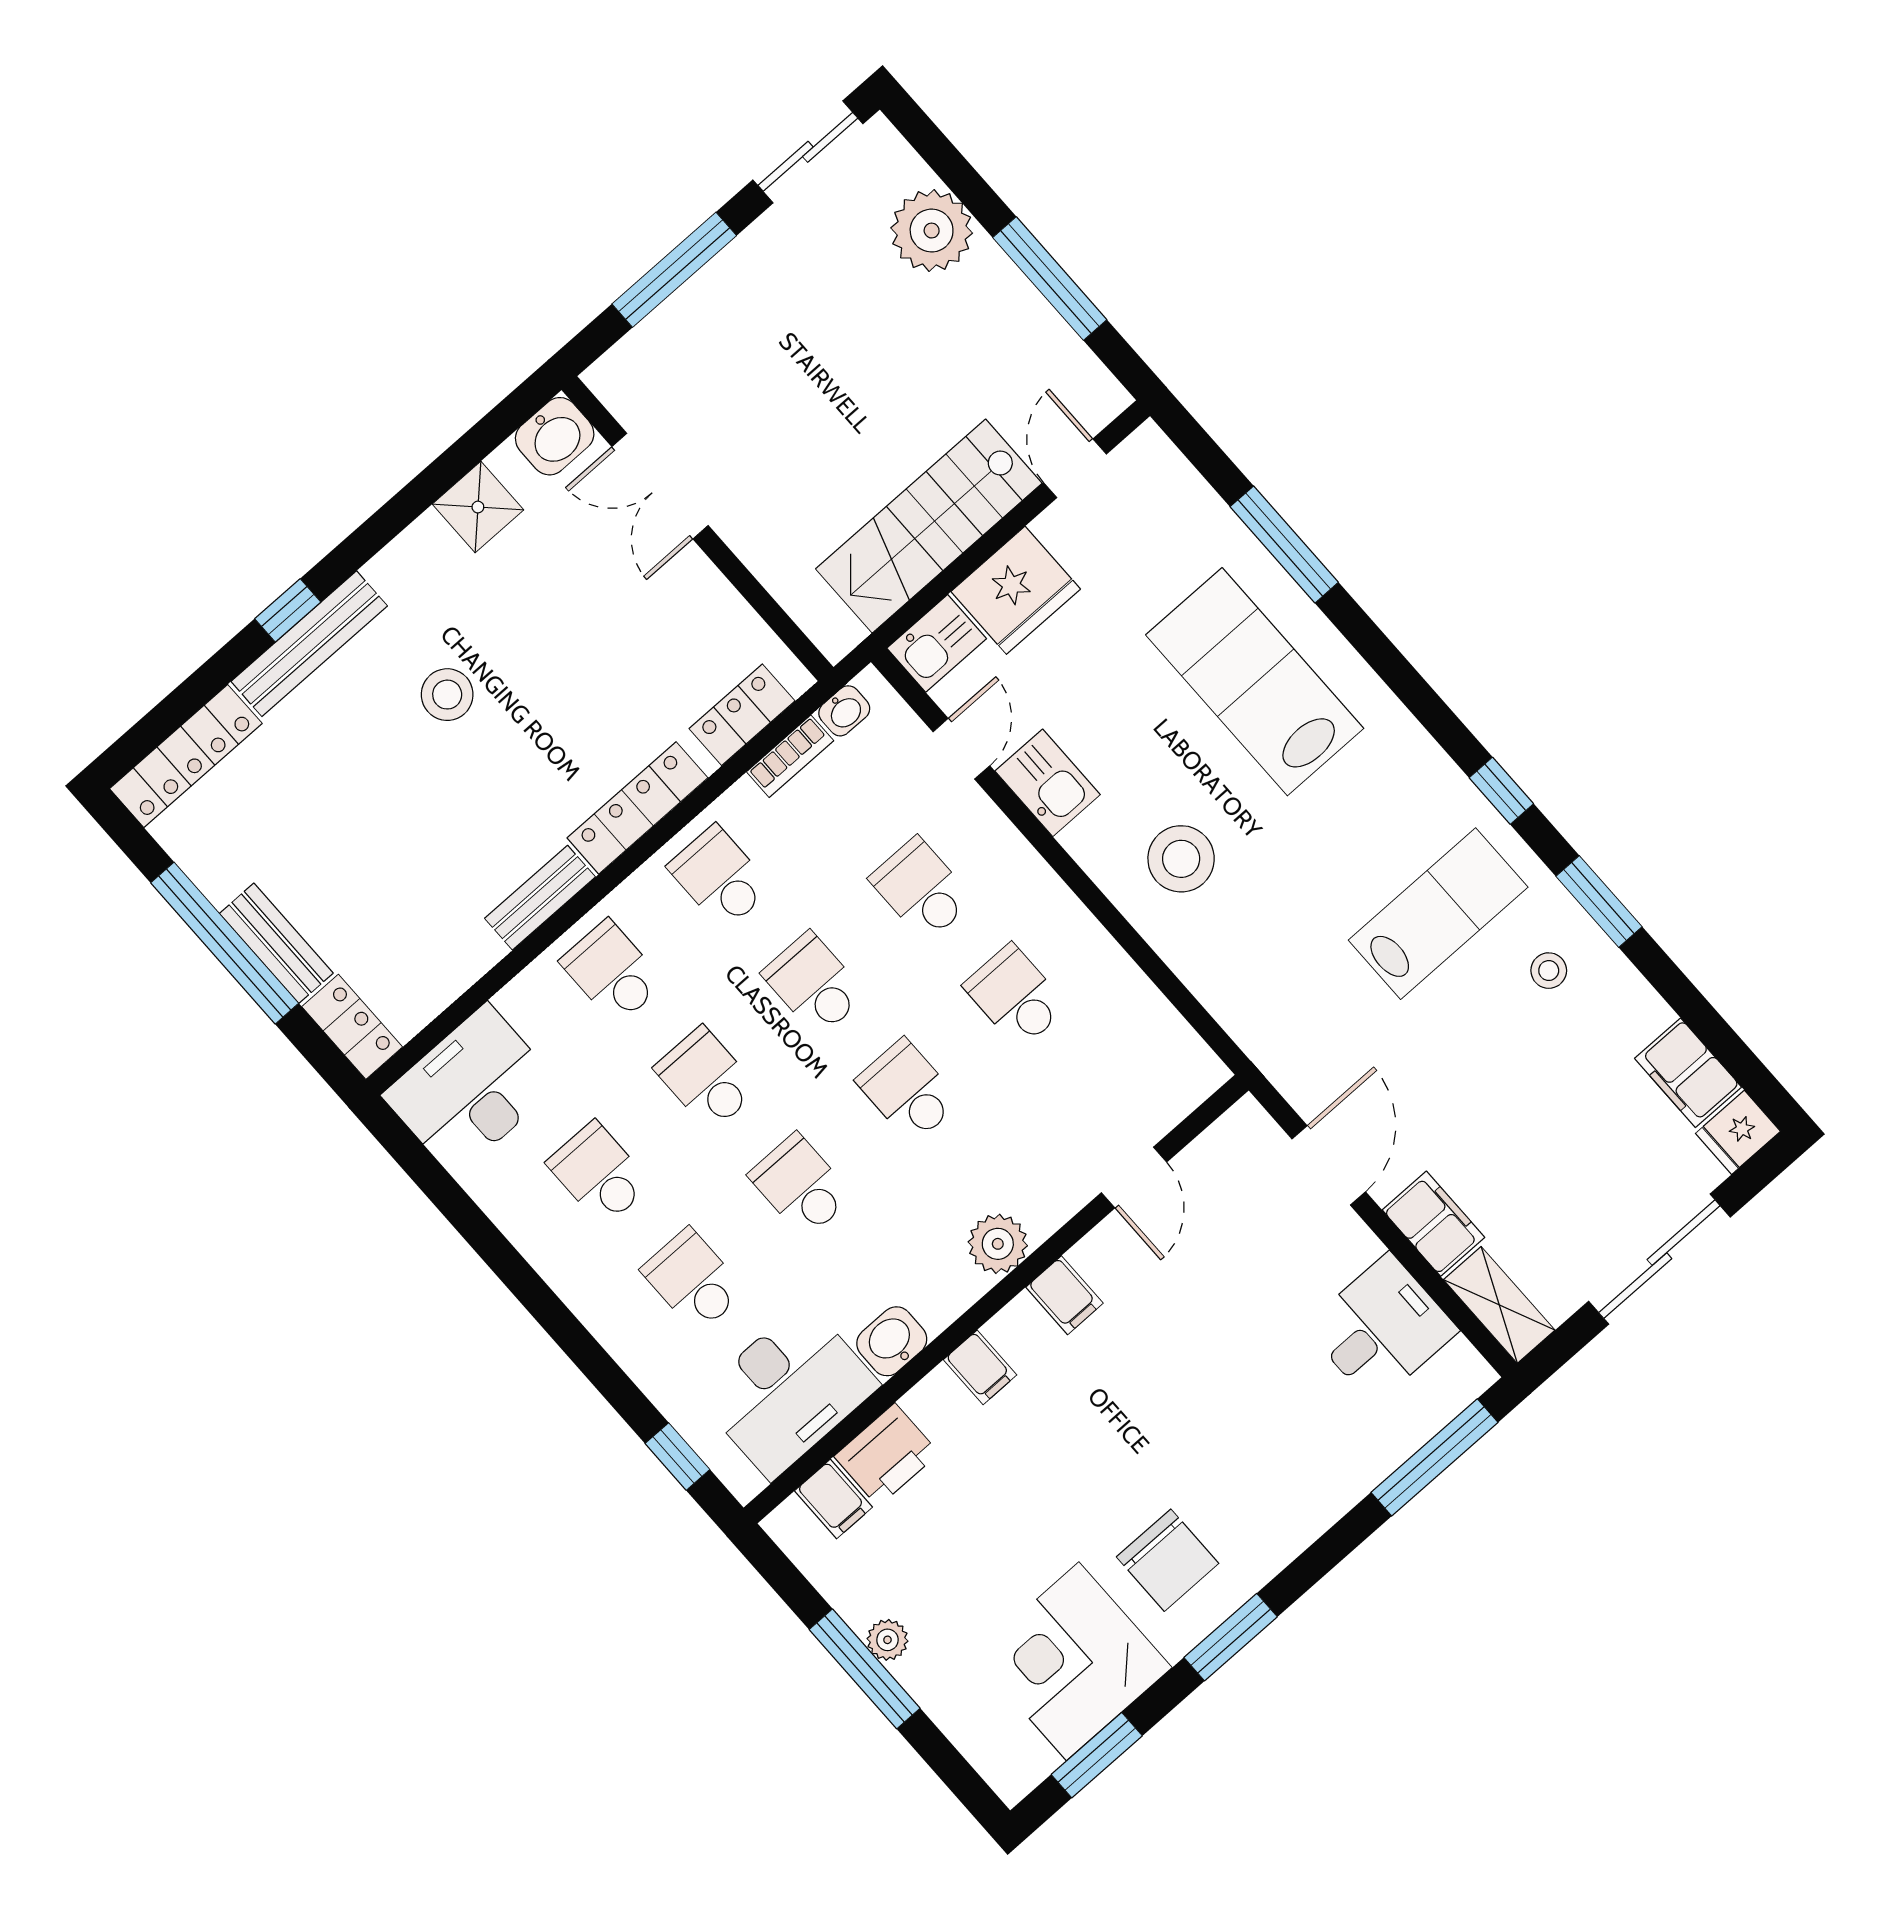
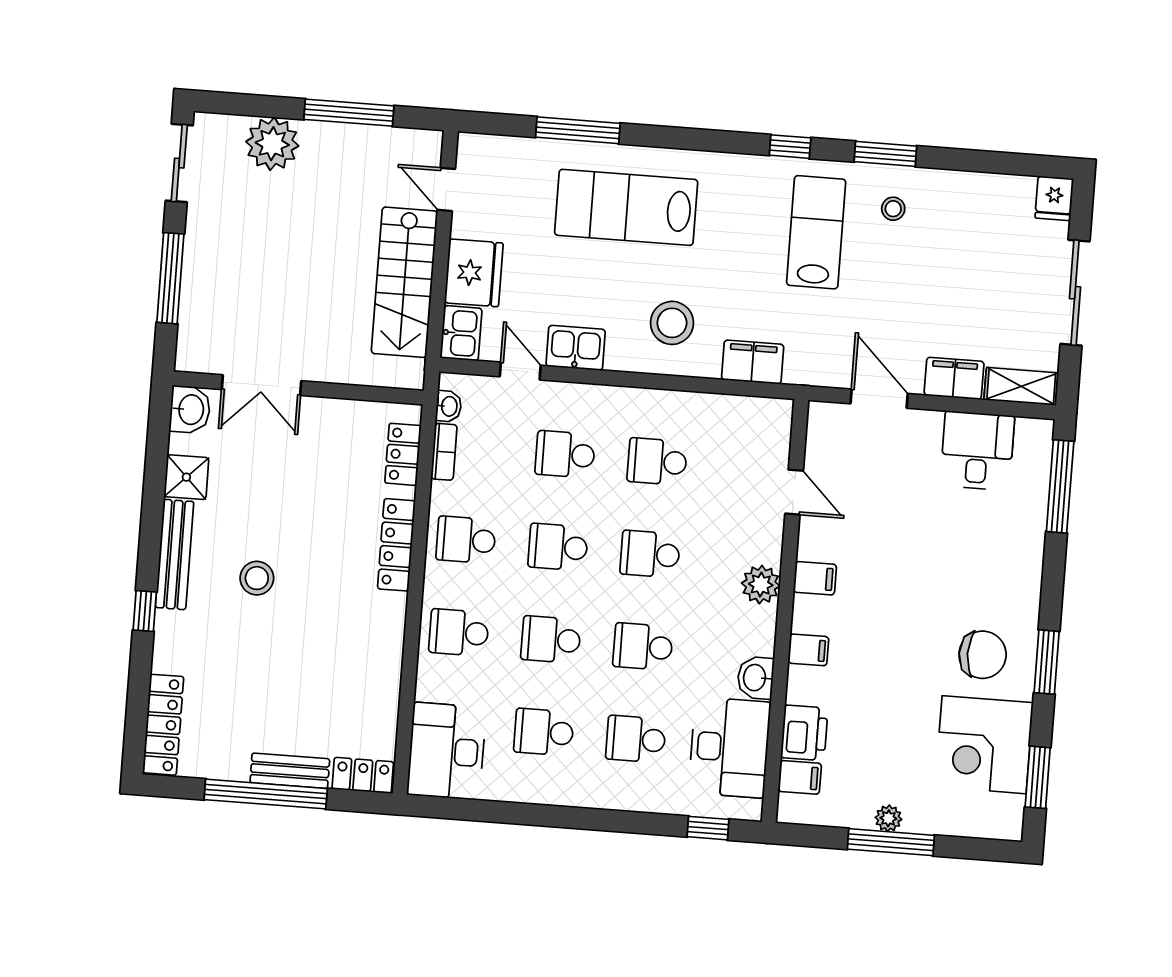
bench: (309, 644) -> (175, 555), moved
bench: (540, 898) -> (392, 631), removed
filing cabinet: (1688, 1073) -> (753, 362), moved, turned 180

